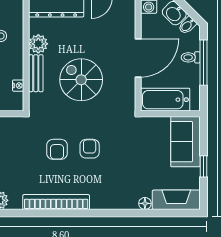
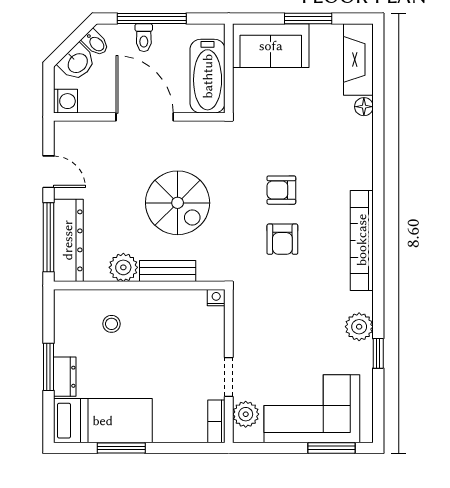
spiral stairs: (81, 80) -> (178, 203), turned -90
nightstand: (18, 86) -> (216, 298), moved
armchair: (57, 149) -> (282, 239), turned 90
window: (203, 166) -> (308, 18), width x1.50

